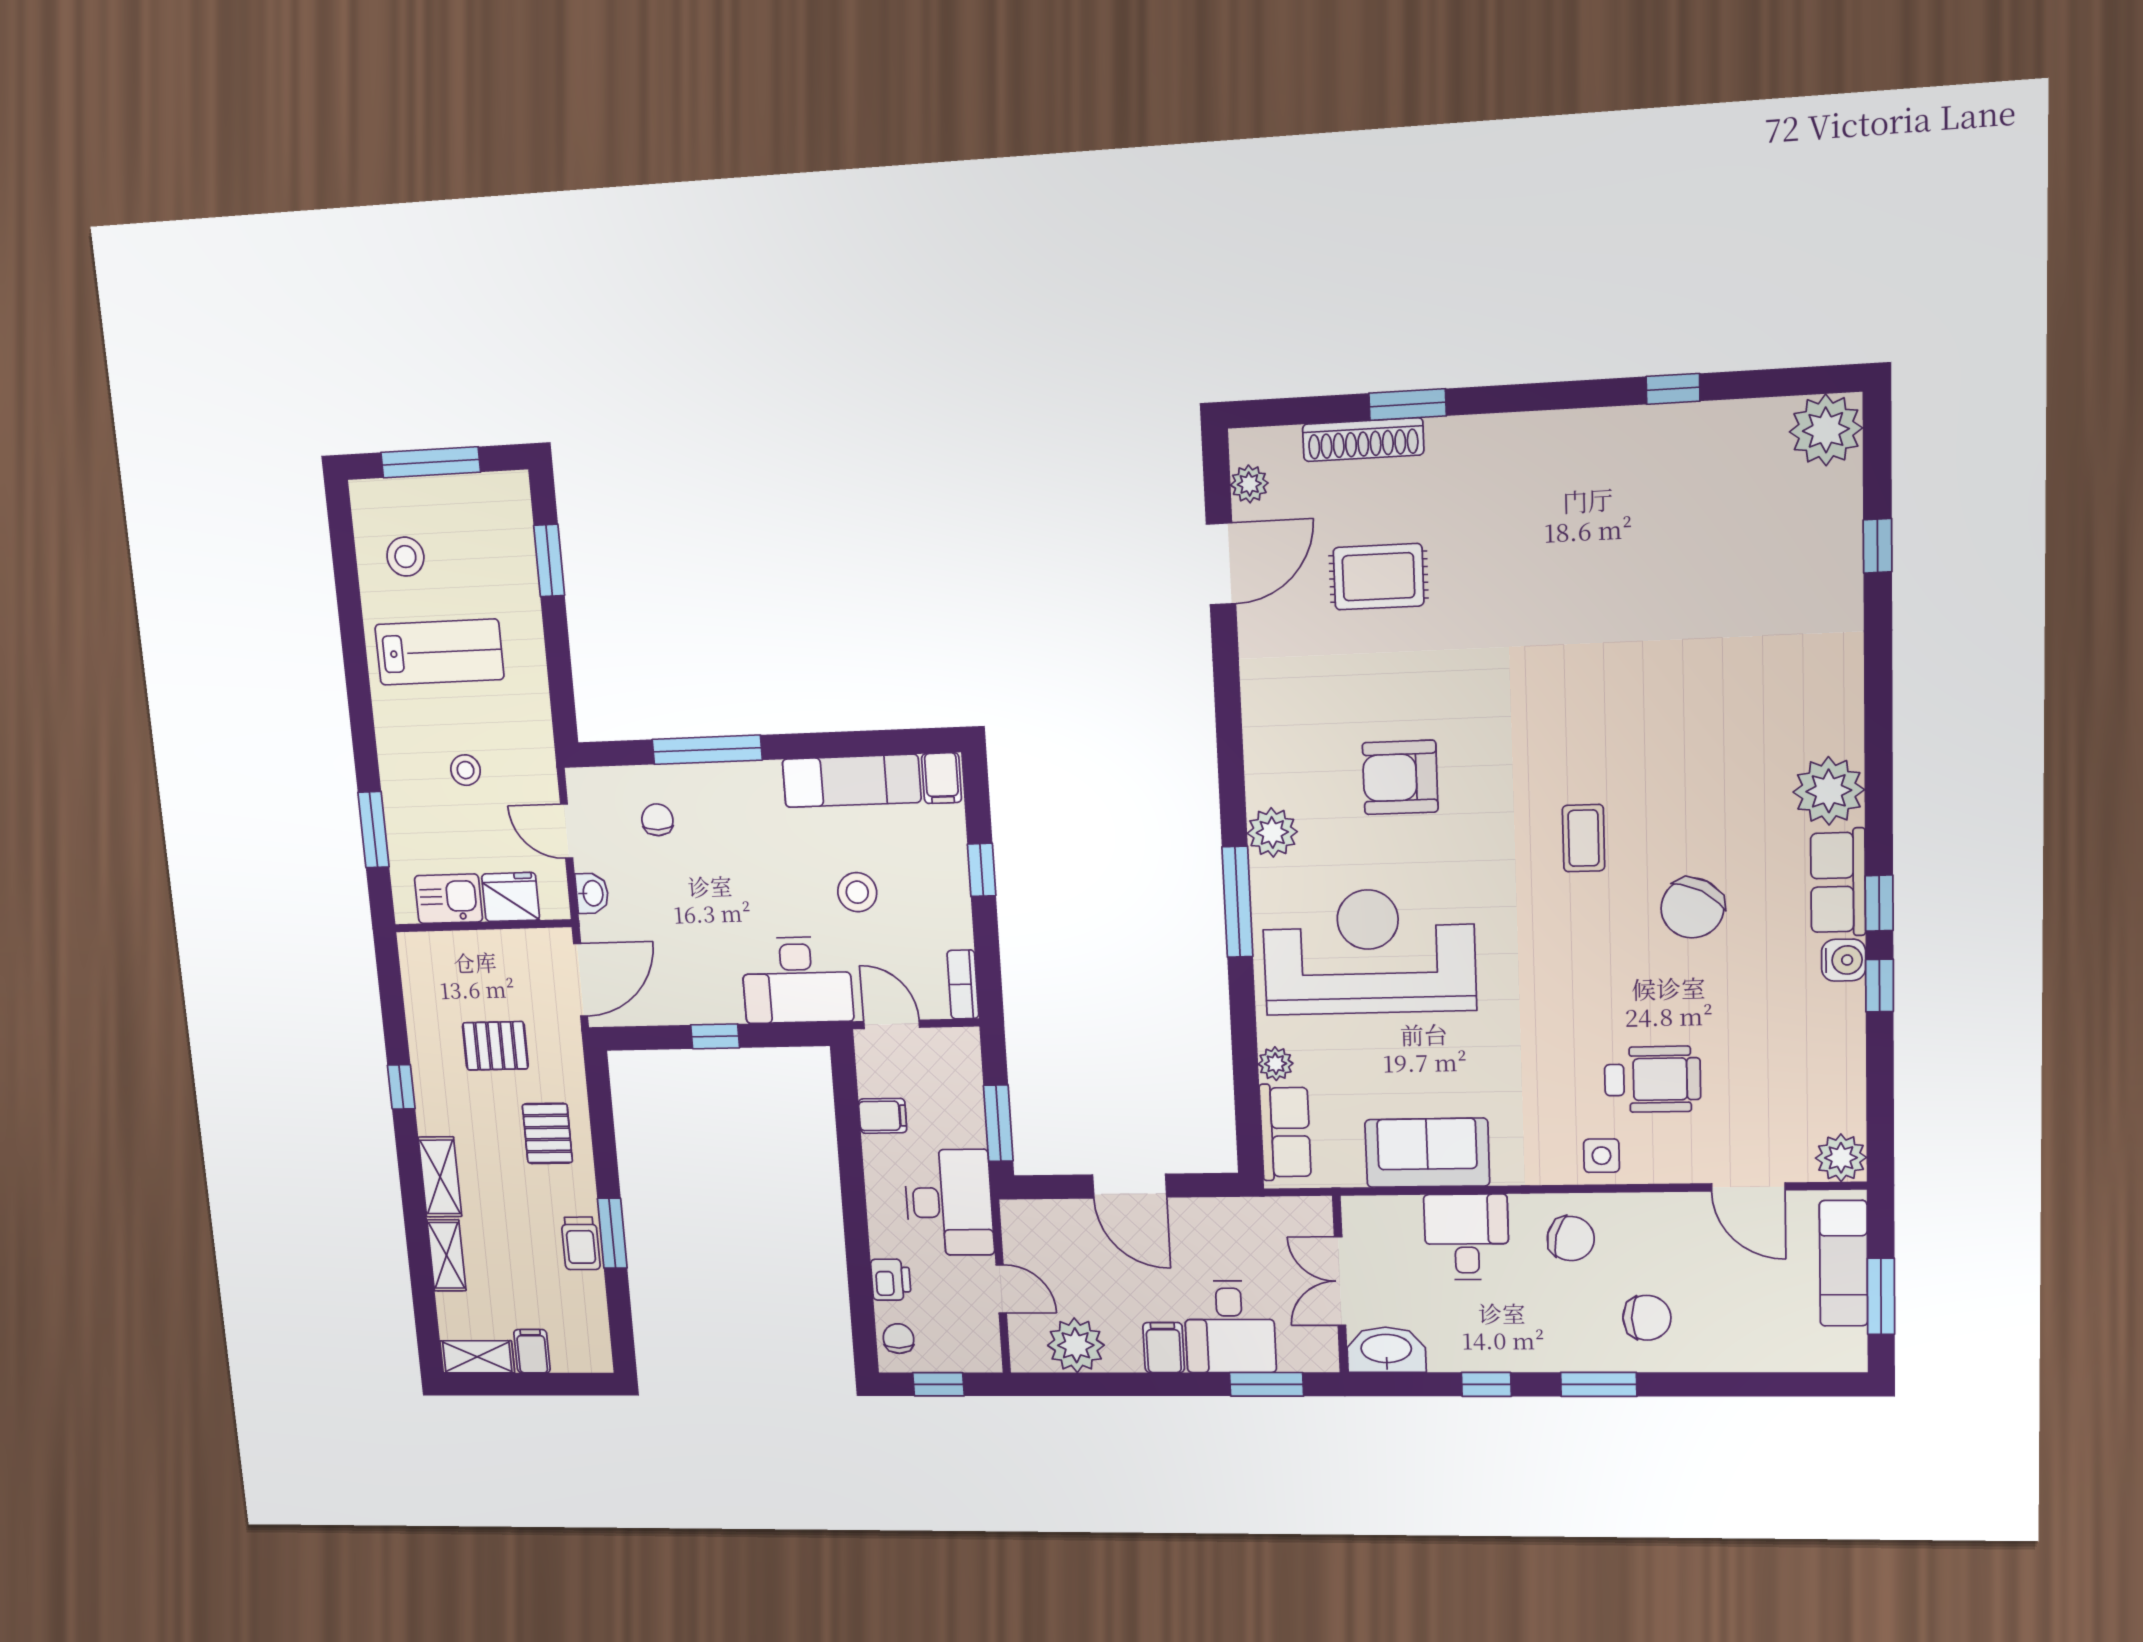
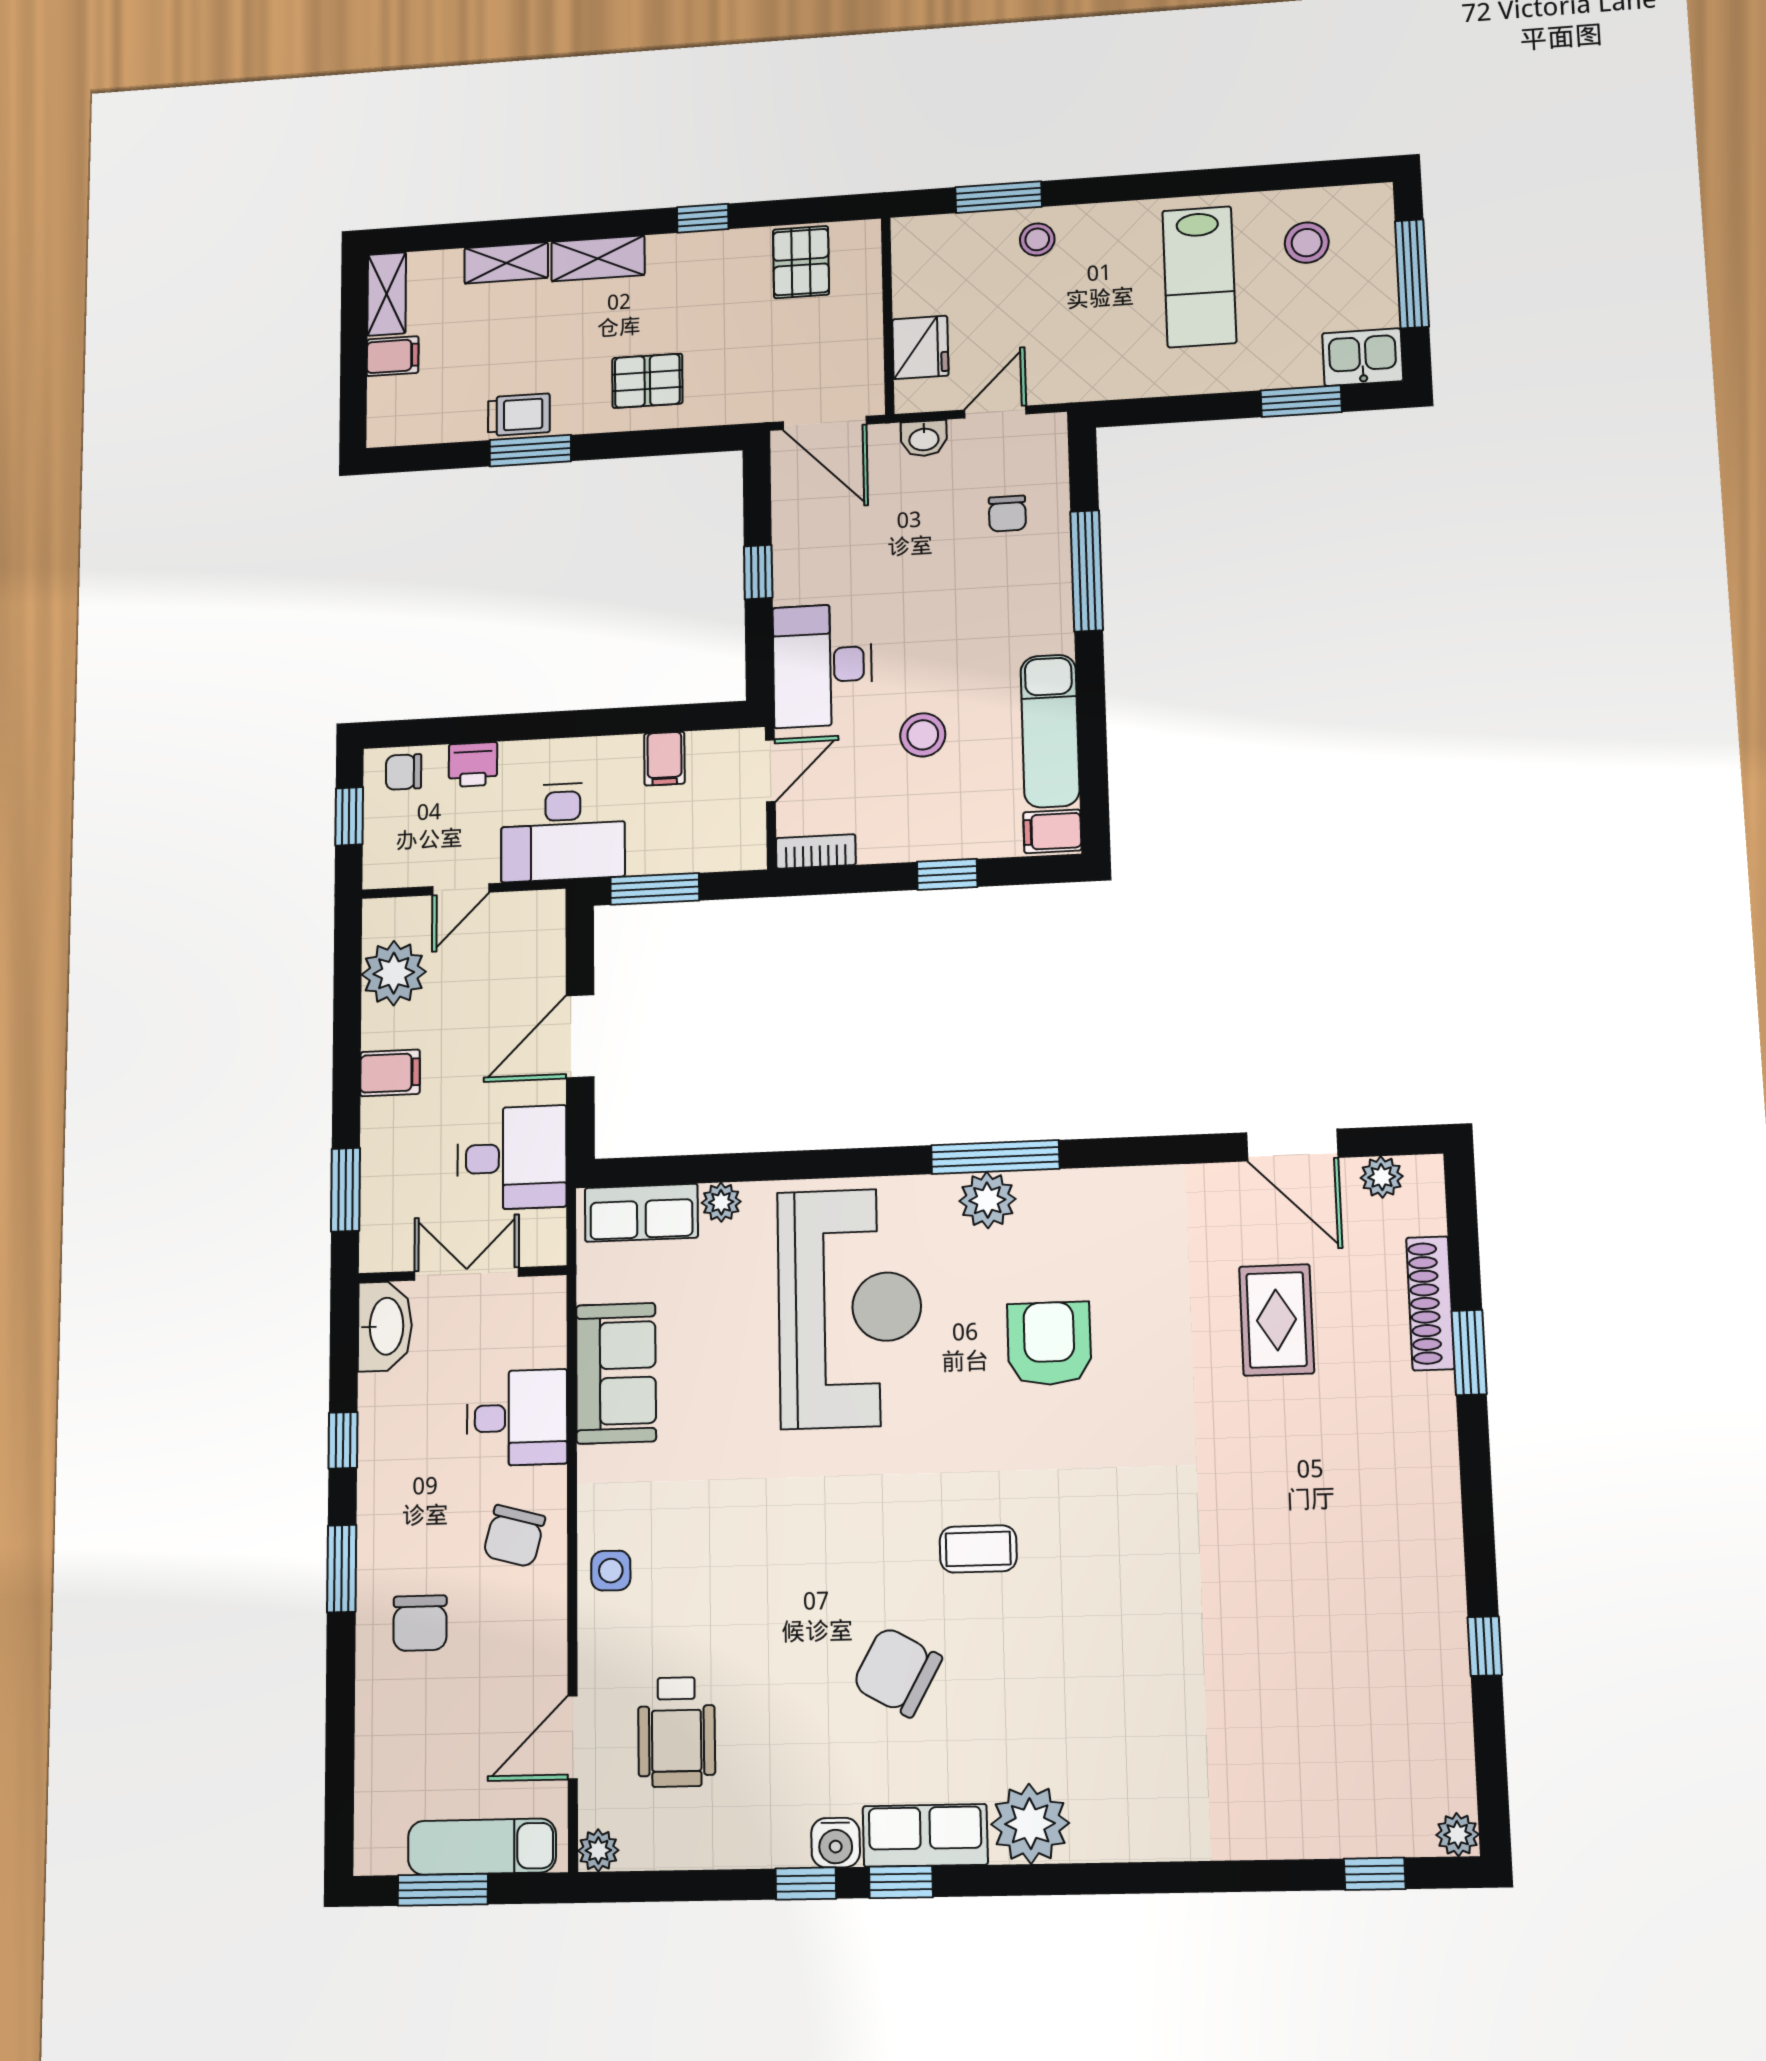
plant: (1826, 430) -> (1458, 1835), width x0.53, depth x0.53
window: (1878, 546) -> (1375, 1874), moved
stool: (466, 770) -> (1037, 239), moved
chair: (657, 820) -> (1007, 514), turned 90
kitchen sink: (449, 899) -> (1363, 357), moved, turned -90
window: (1237, 902) -> (995, 1157), moved
pallet: (495, 1046) -> (801, 262), moved
wheelchair: (1653, 1079) -> (677, 1732), moved
plant: (1841, 1158) -> (598, 1850), width x0.73, depth x0.73
trolley: (581, 1243) -> (519, 415), turned 180
desk: (1230, 1327) -> (512, 1158), moved, turned 180
chair: (899, 1339) -> (404, 772), turned 180

